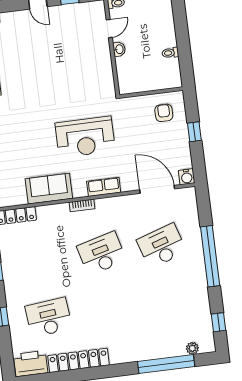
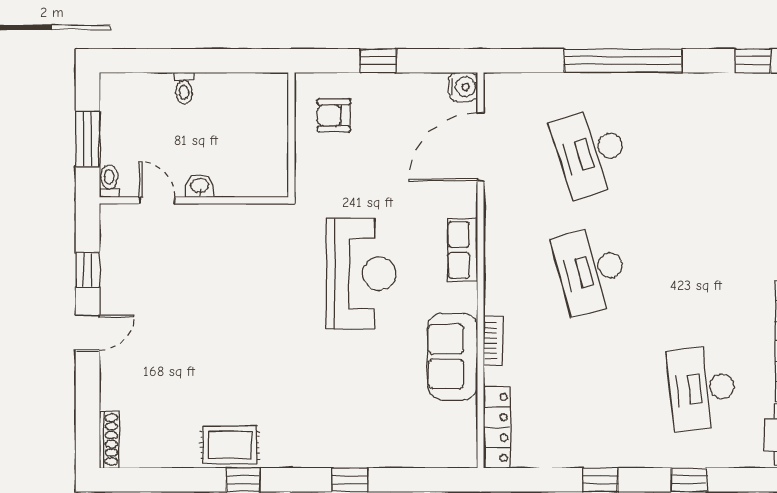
toilet: (170, 53) -> (184, 88), moved
bookcase: (82, 205) -> (493, 341), moved

